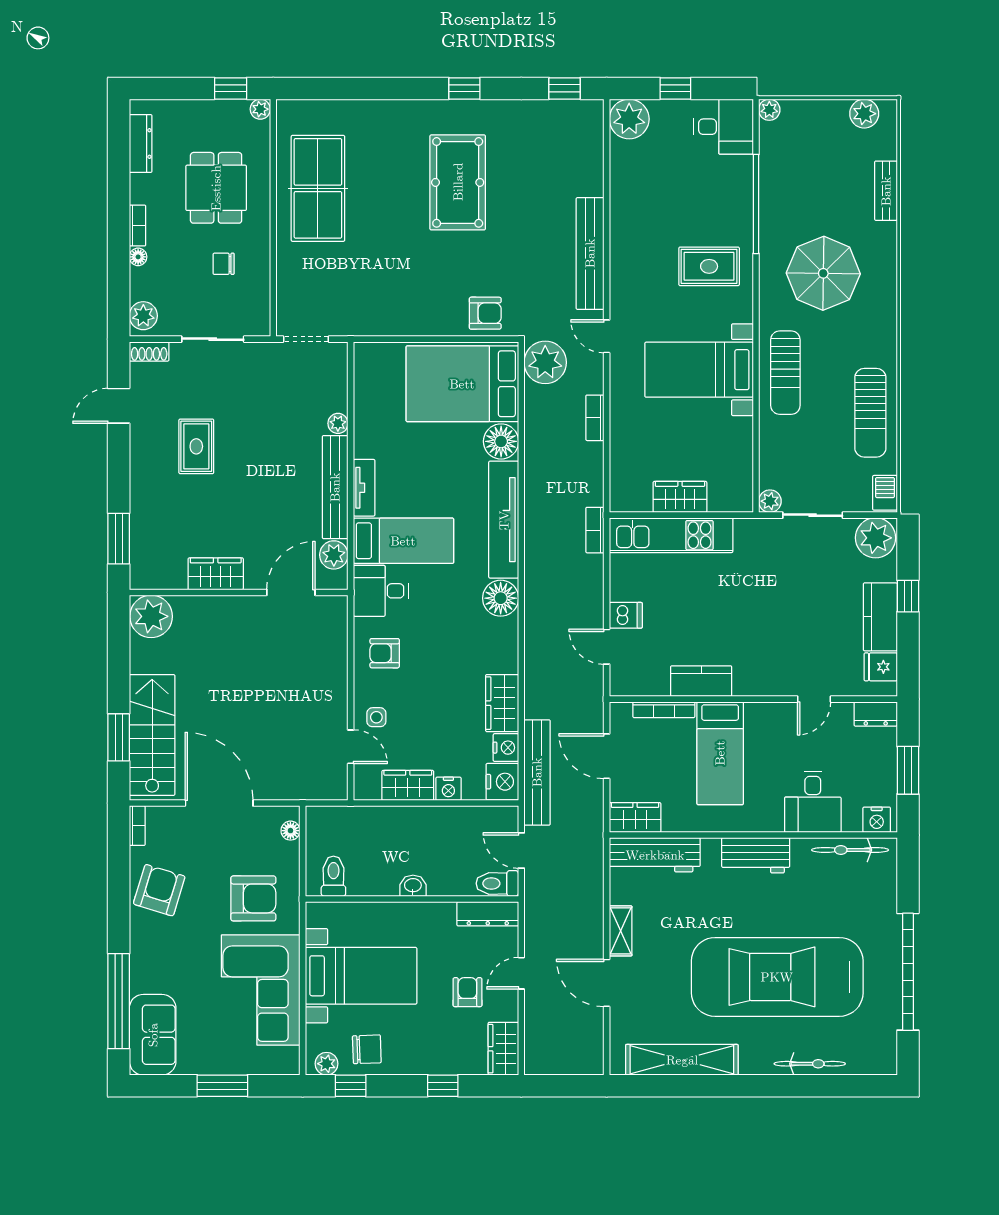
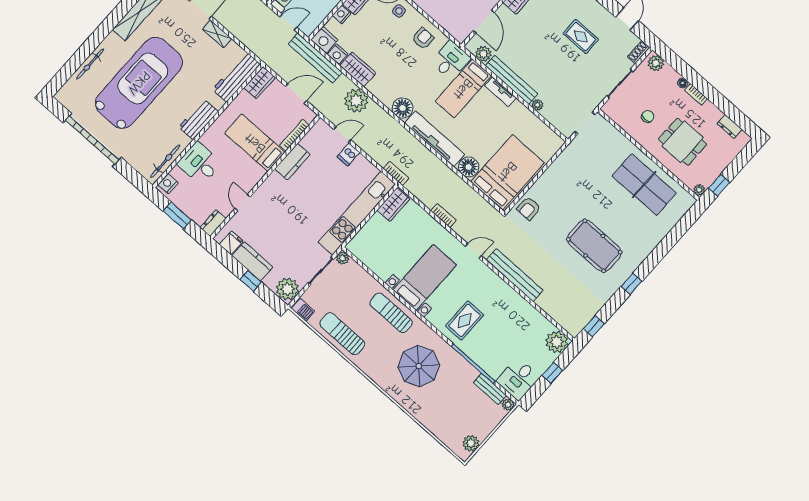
dresser: (141, 144) -> (730, 126), width x0.70
bench: (886, 191) -> (490, 389), moved
plant: (545, 362) -> (356, 101), moved
wardrobe: (680, 497) -> (393, 205), moved
kitchen unit: (671, 535) -> (357, 213), width x1.36

